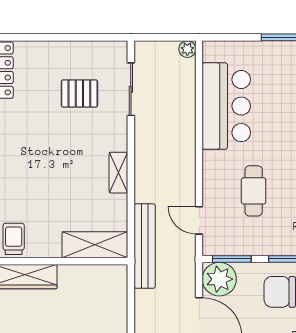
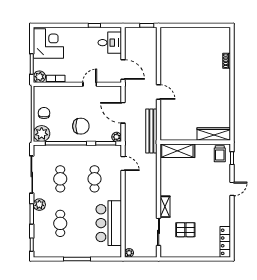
shelving: (118, 173) -> (165, 207), moved
bench: (145, 246) -> (151, 131), moved
plant: (219, 279) -> (117, 137), width x0.53, depth x0.53

